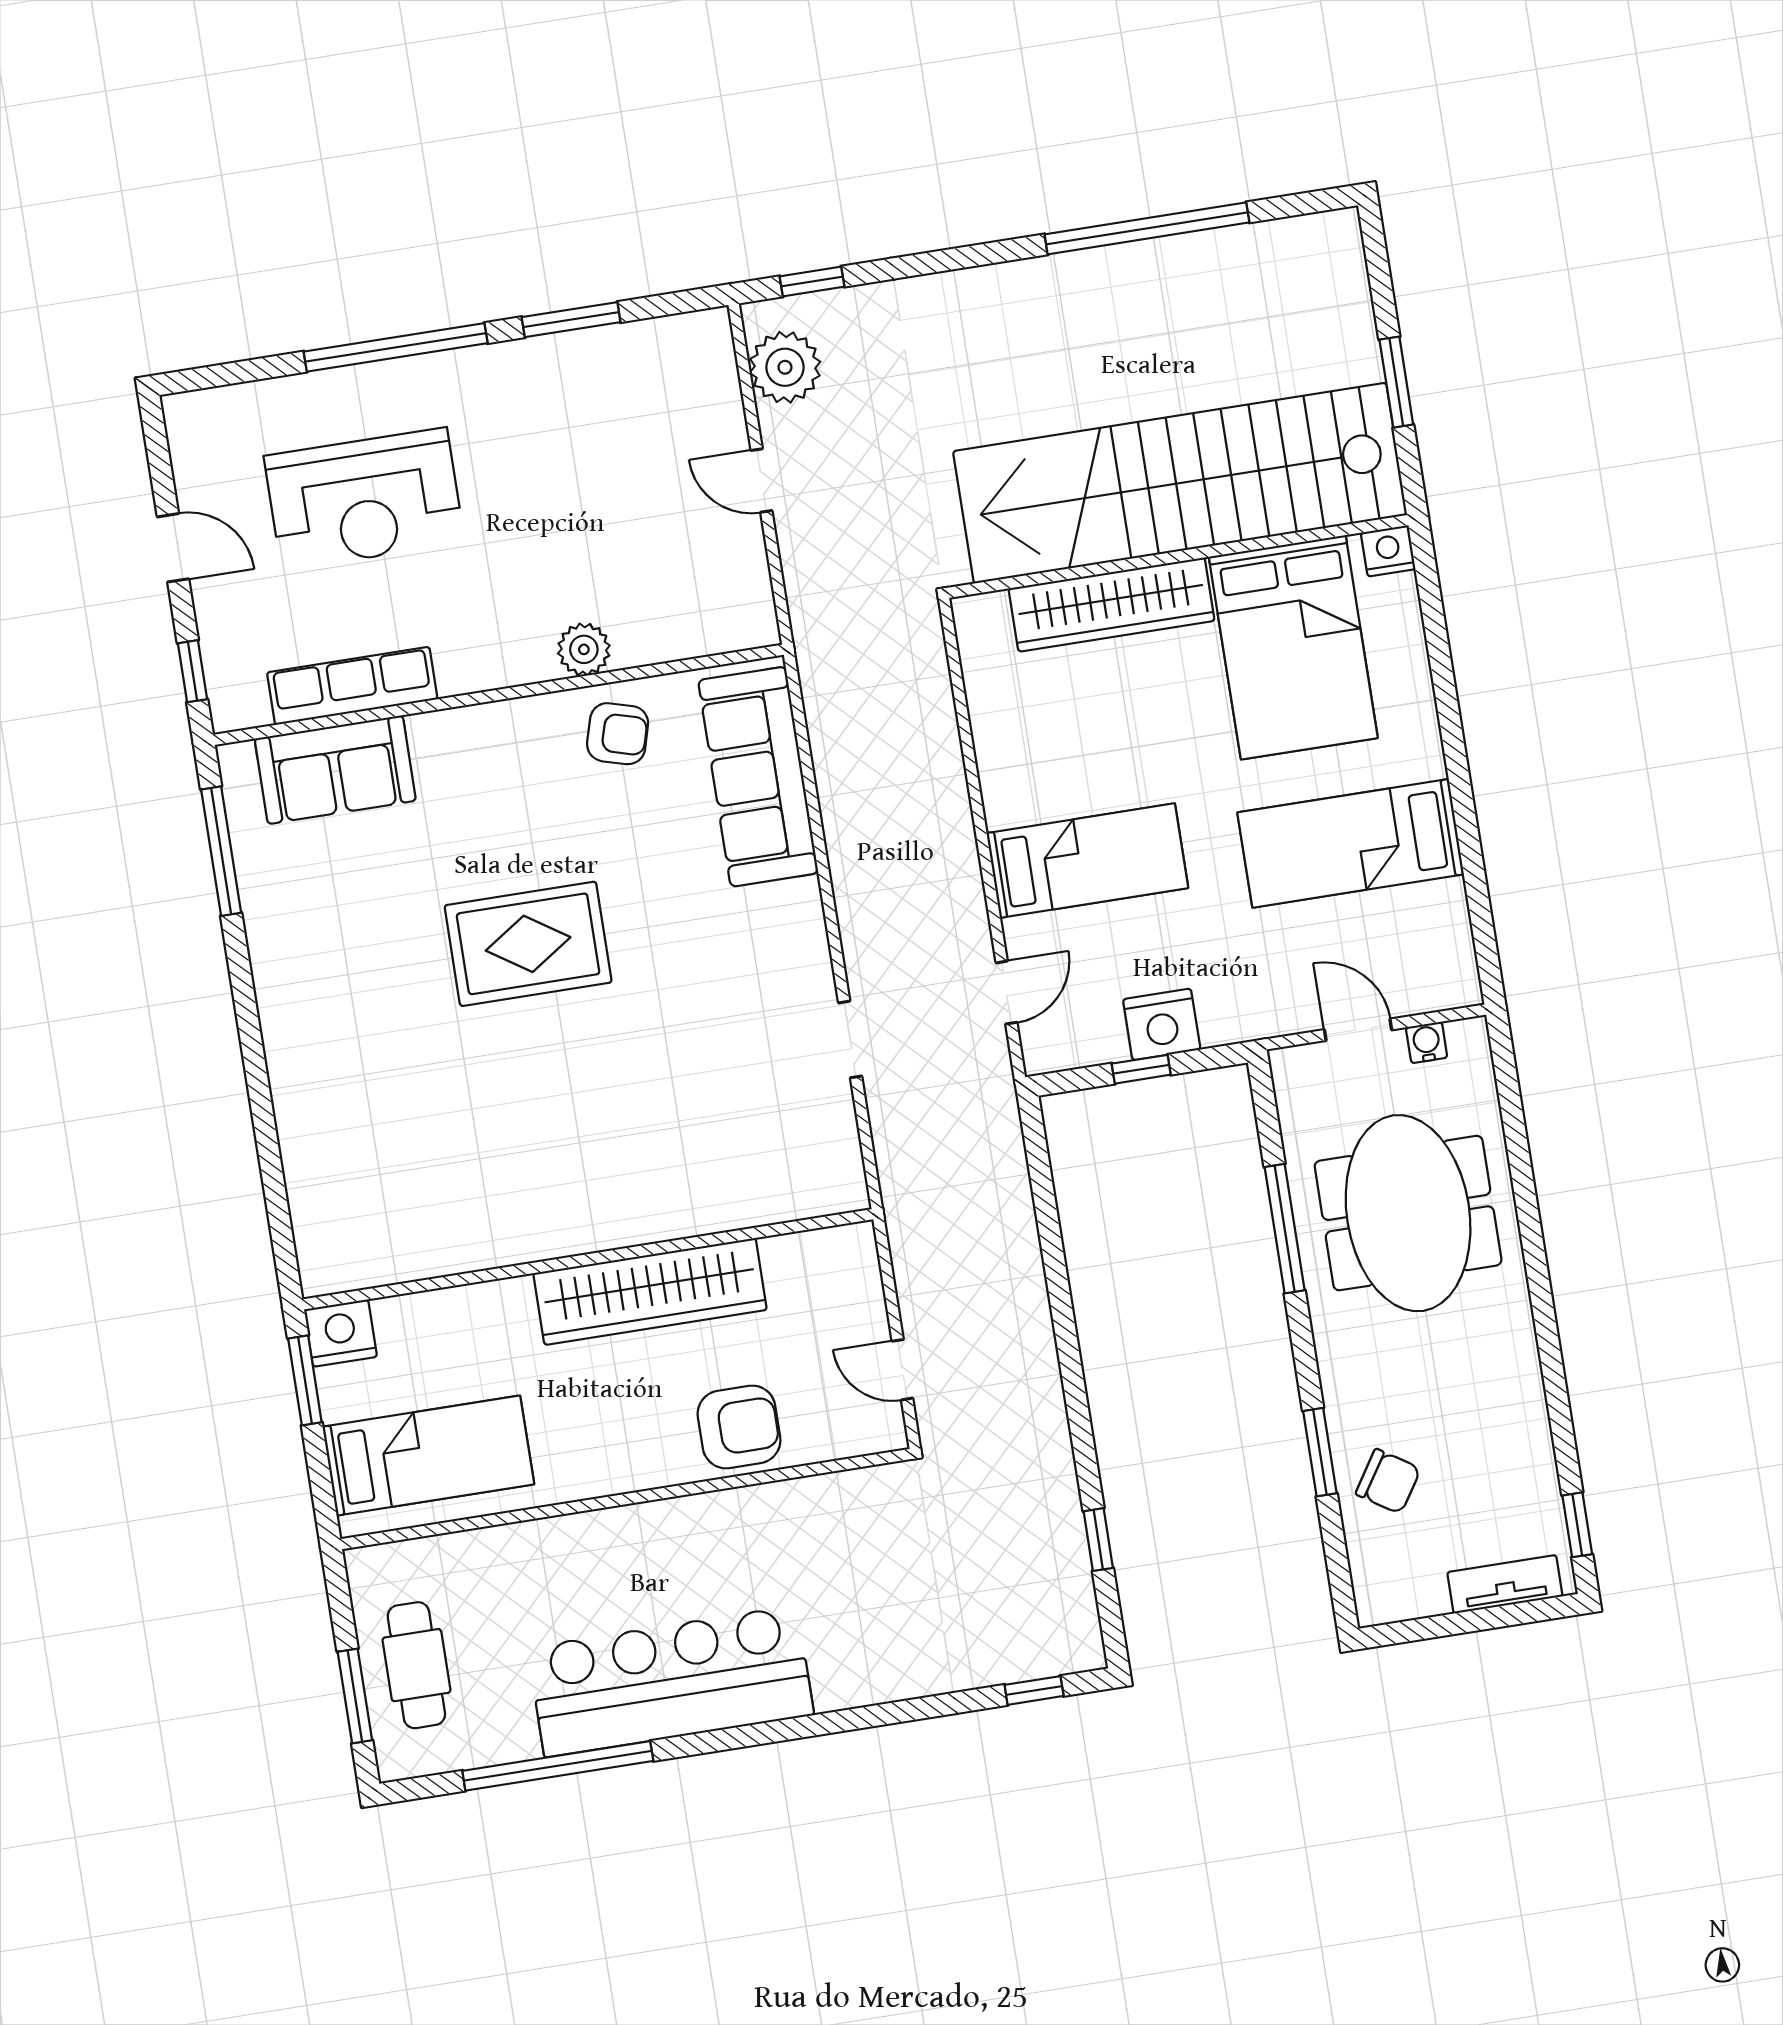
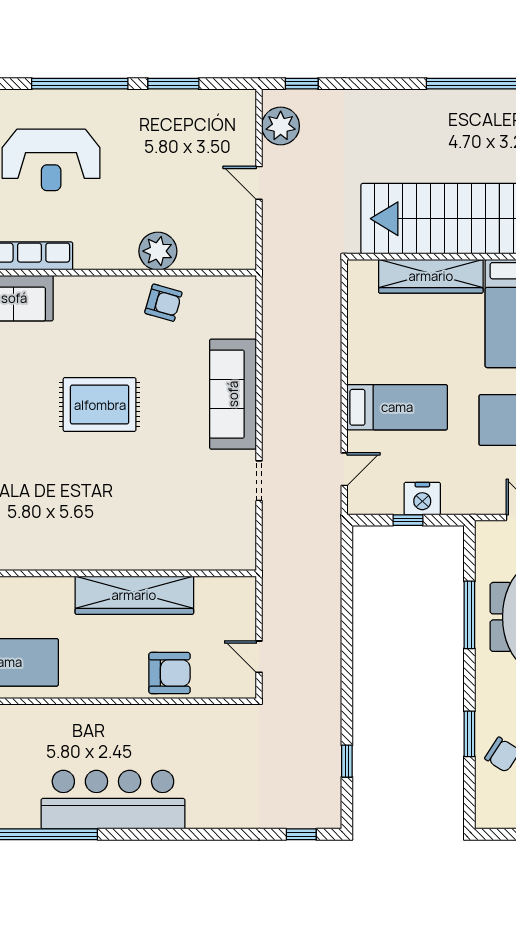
plant: (584, 649) -> (158, 251), width x1.36, depth x1.36
sofa: (758, 777) -> (233, 394), moved

